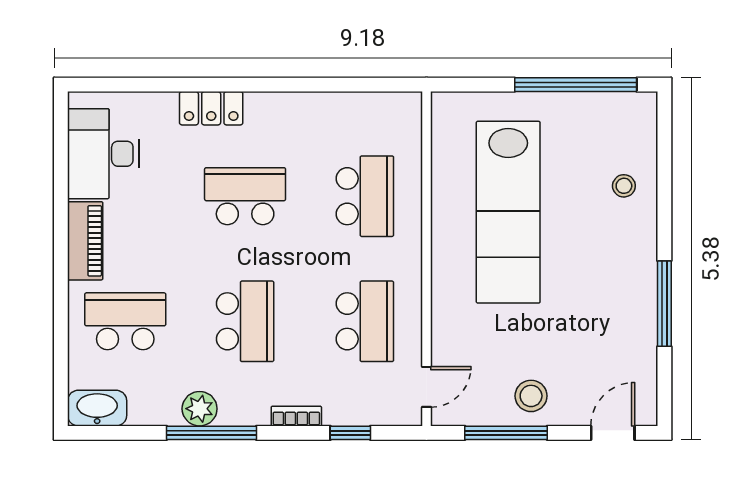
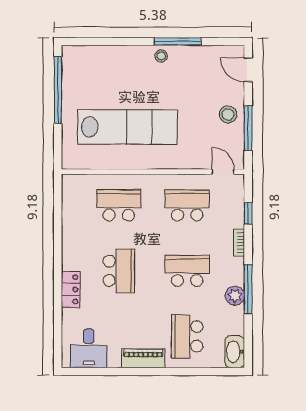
desk: (103, 154) -> (89, 348), width x0.73
stool: (624, 186) -> (161, 56), moved
school desk: (245, 196) -> (119, 271), turned 180

